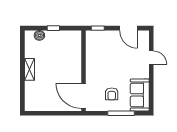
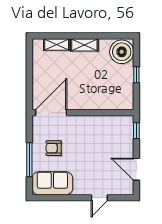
door: (129, 28) -> (136, 169), hinge flipped
boiler: (39, 35) -> (122, 52), width x1.86, depth x1.86
shelving: (29, 92) -> (57, 44), added

